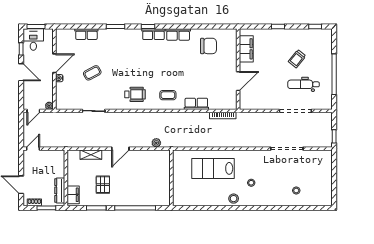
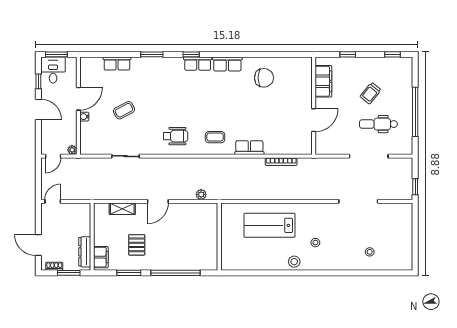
filing cabinet: (246, 49) -> (323, 81), moved
wall: (238, 69) -> (314, 106), moved
door: (238, 81) -> (314, 120), moved

